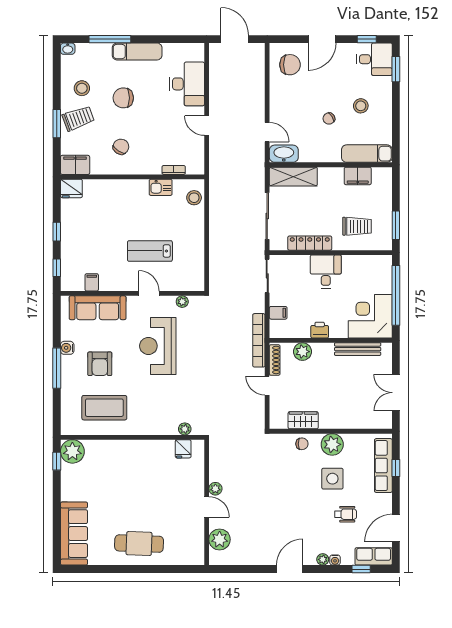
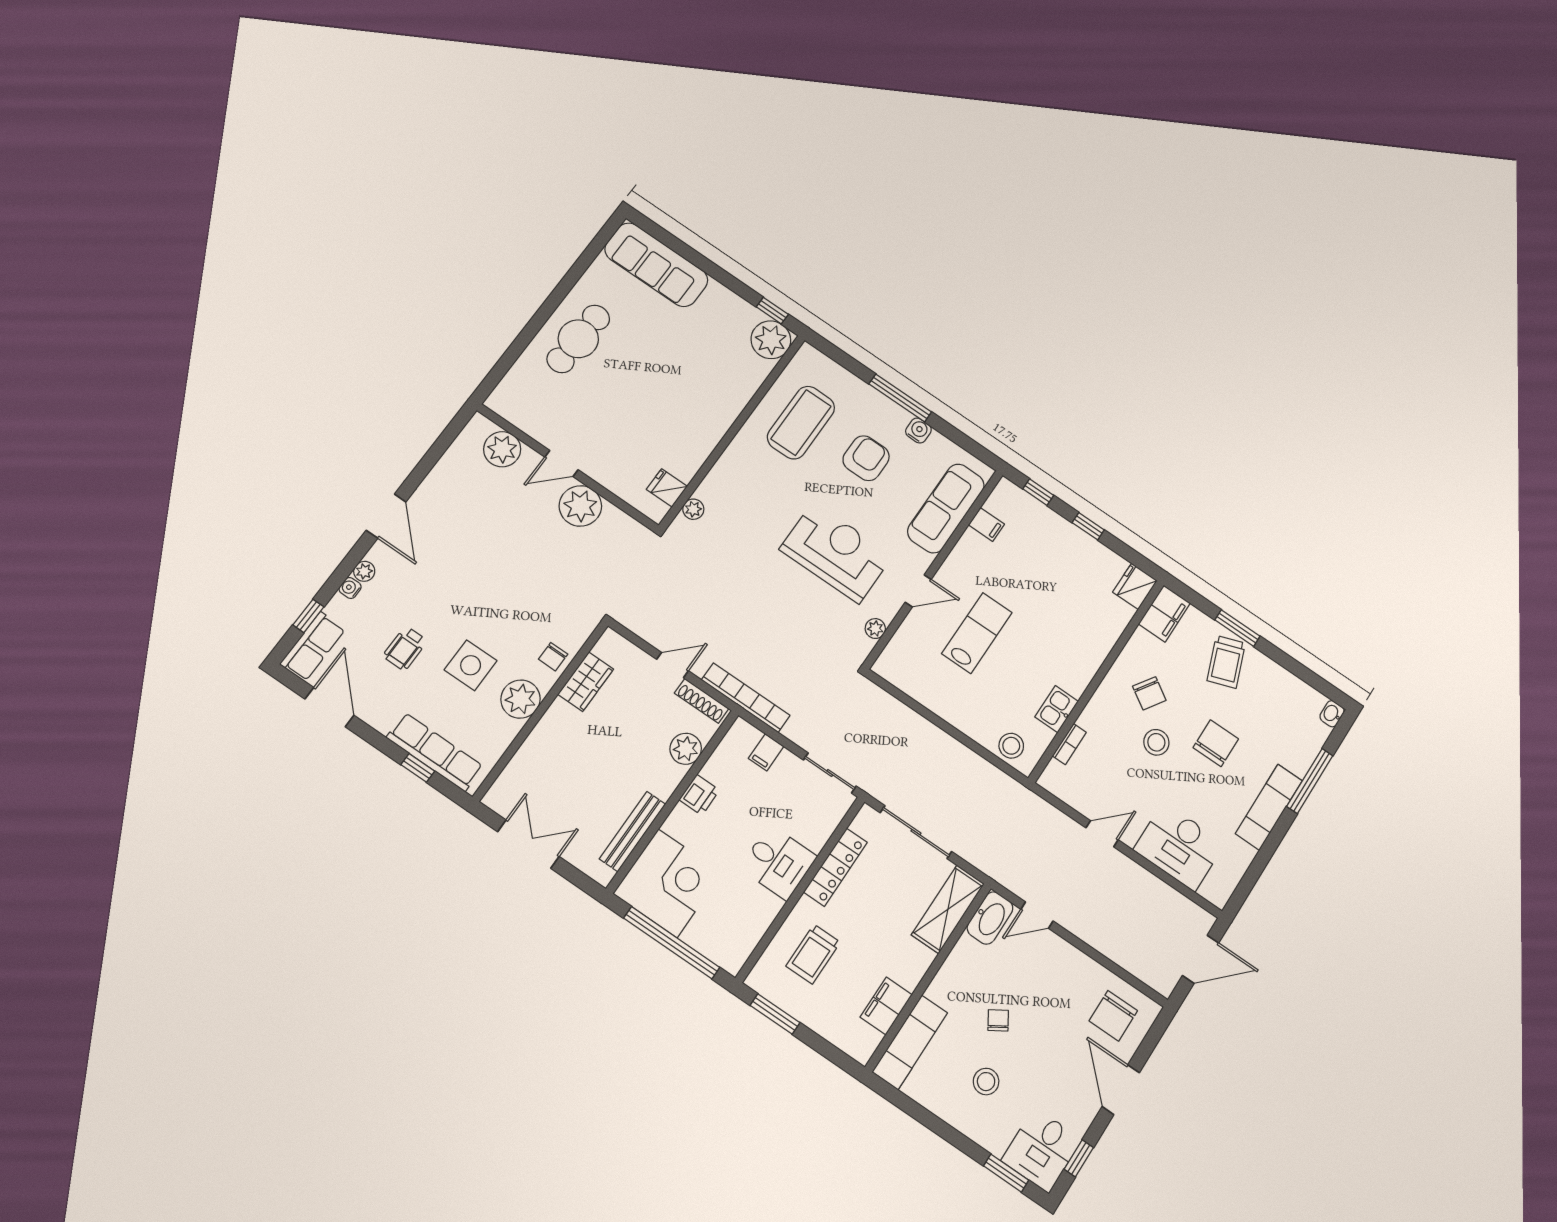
stool: (82, 88) -> (1156, 742), moved
armchair: (100, 364) -> (866, 458), turned 90
plant: (215, 489) -> (580, 506), width x1.88, depth x1.88

